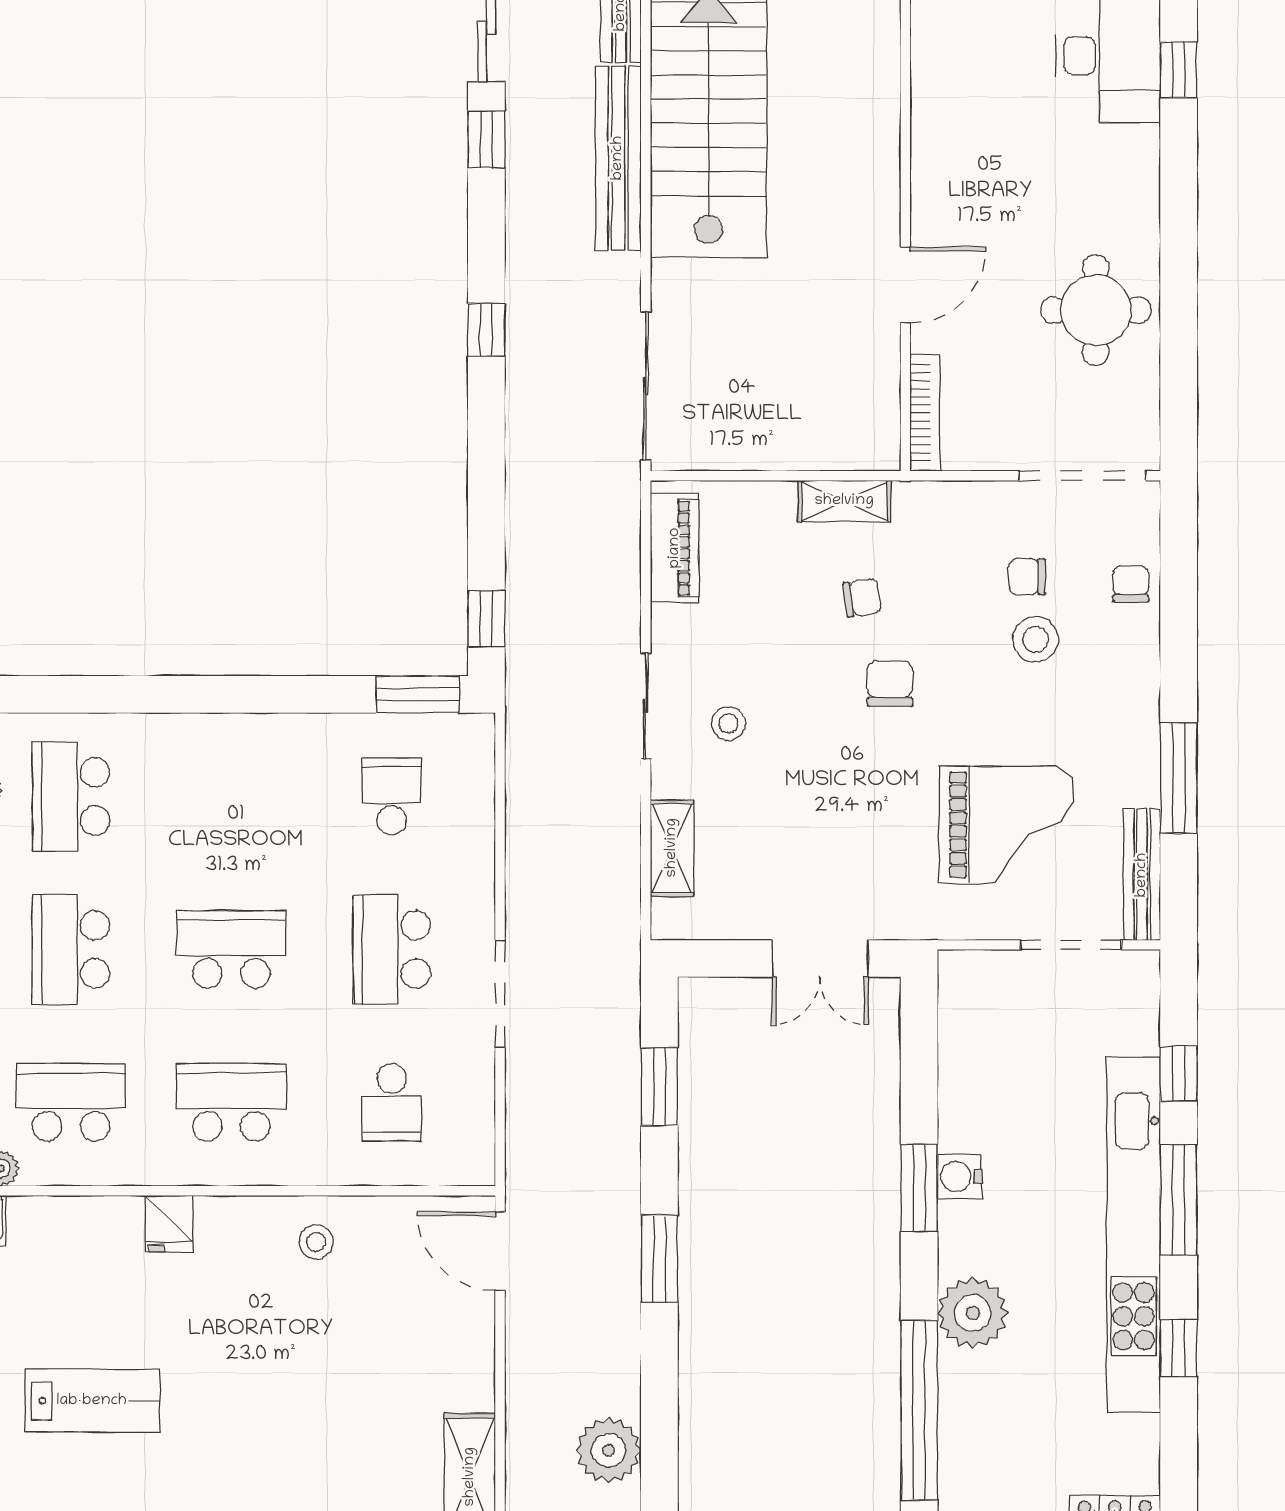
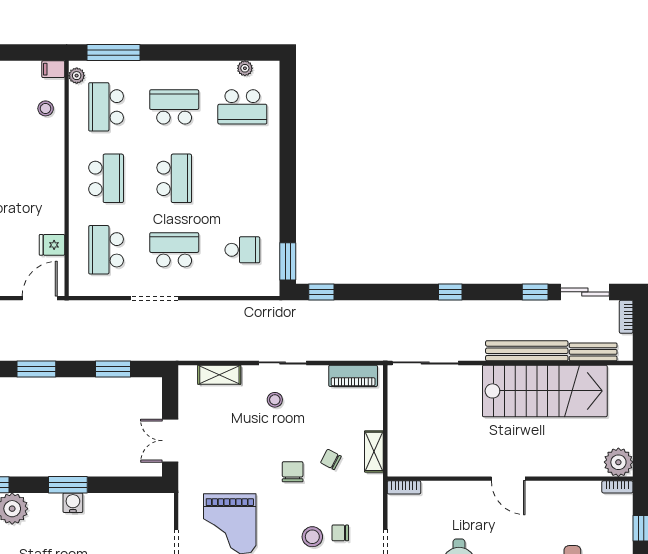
door: (905, 285) -> (508, 479), moved
bookcase: (925, 413) -> (404, 487), width x0.64
chair: (1027, 577) -> (340, 533), turned -90
chair: (862, 598) -> (331, 459), turned 126
chair: (890, 684) -> (293, 472), turned -90
school desk: (71, 796) -> (242, 107), turned 180
school desk: (71, 1102) -> (106, 107), turned 180
school desk: (392, 1102) -> (106, 250), width x1.85
fridge: (169, 1224) -> (52, 245), moved
stool: (316, 1242) -> (46, 108), moved

